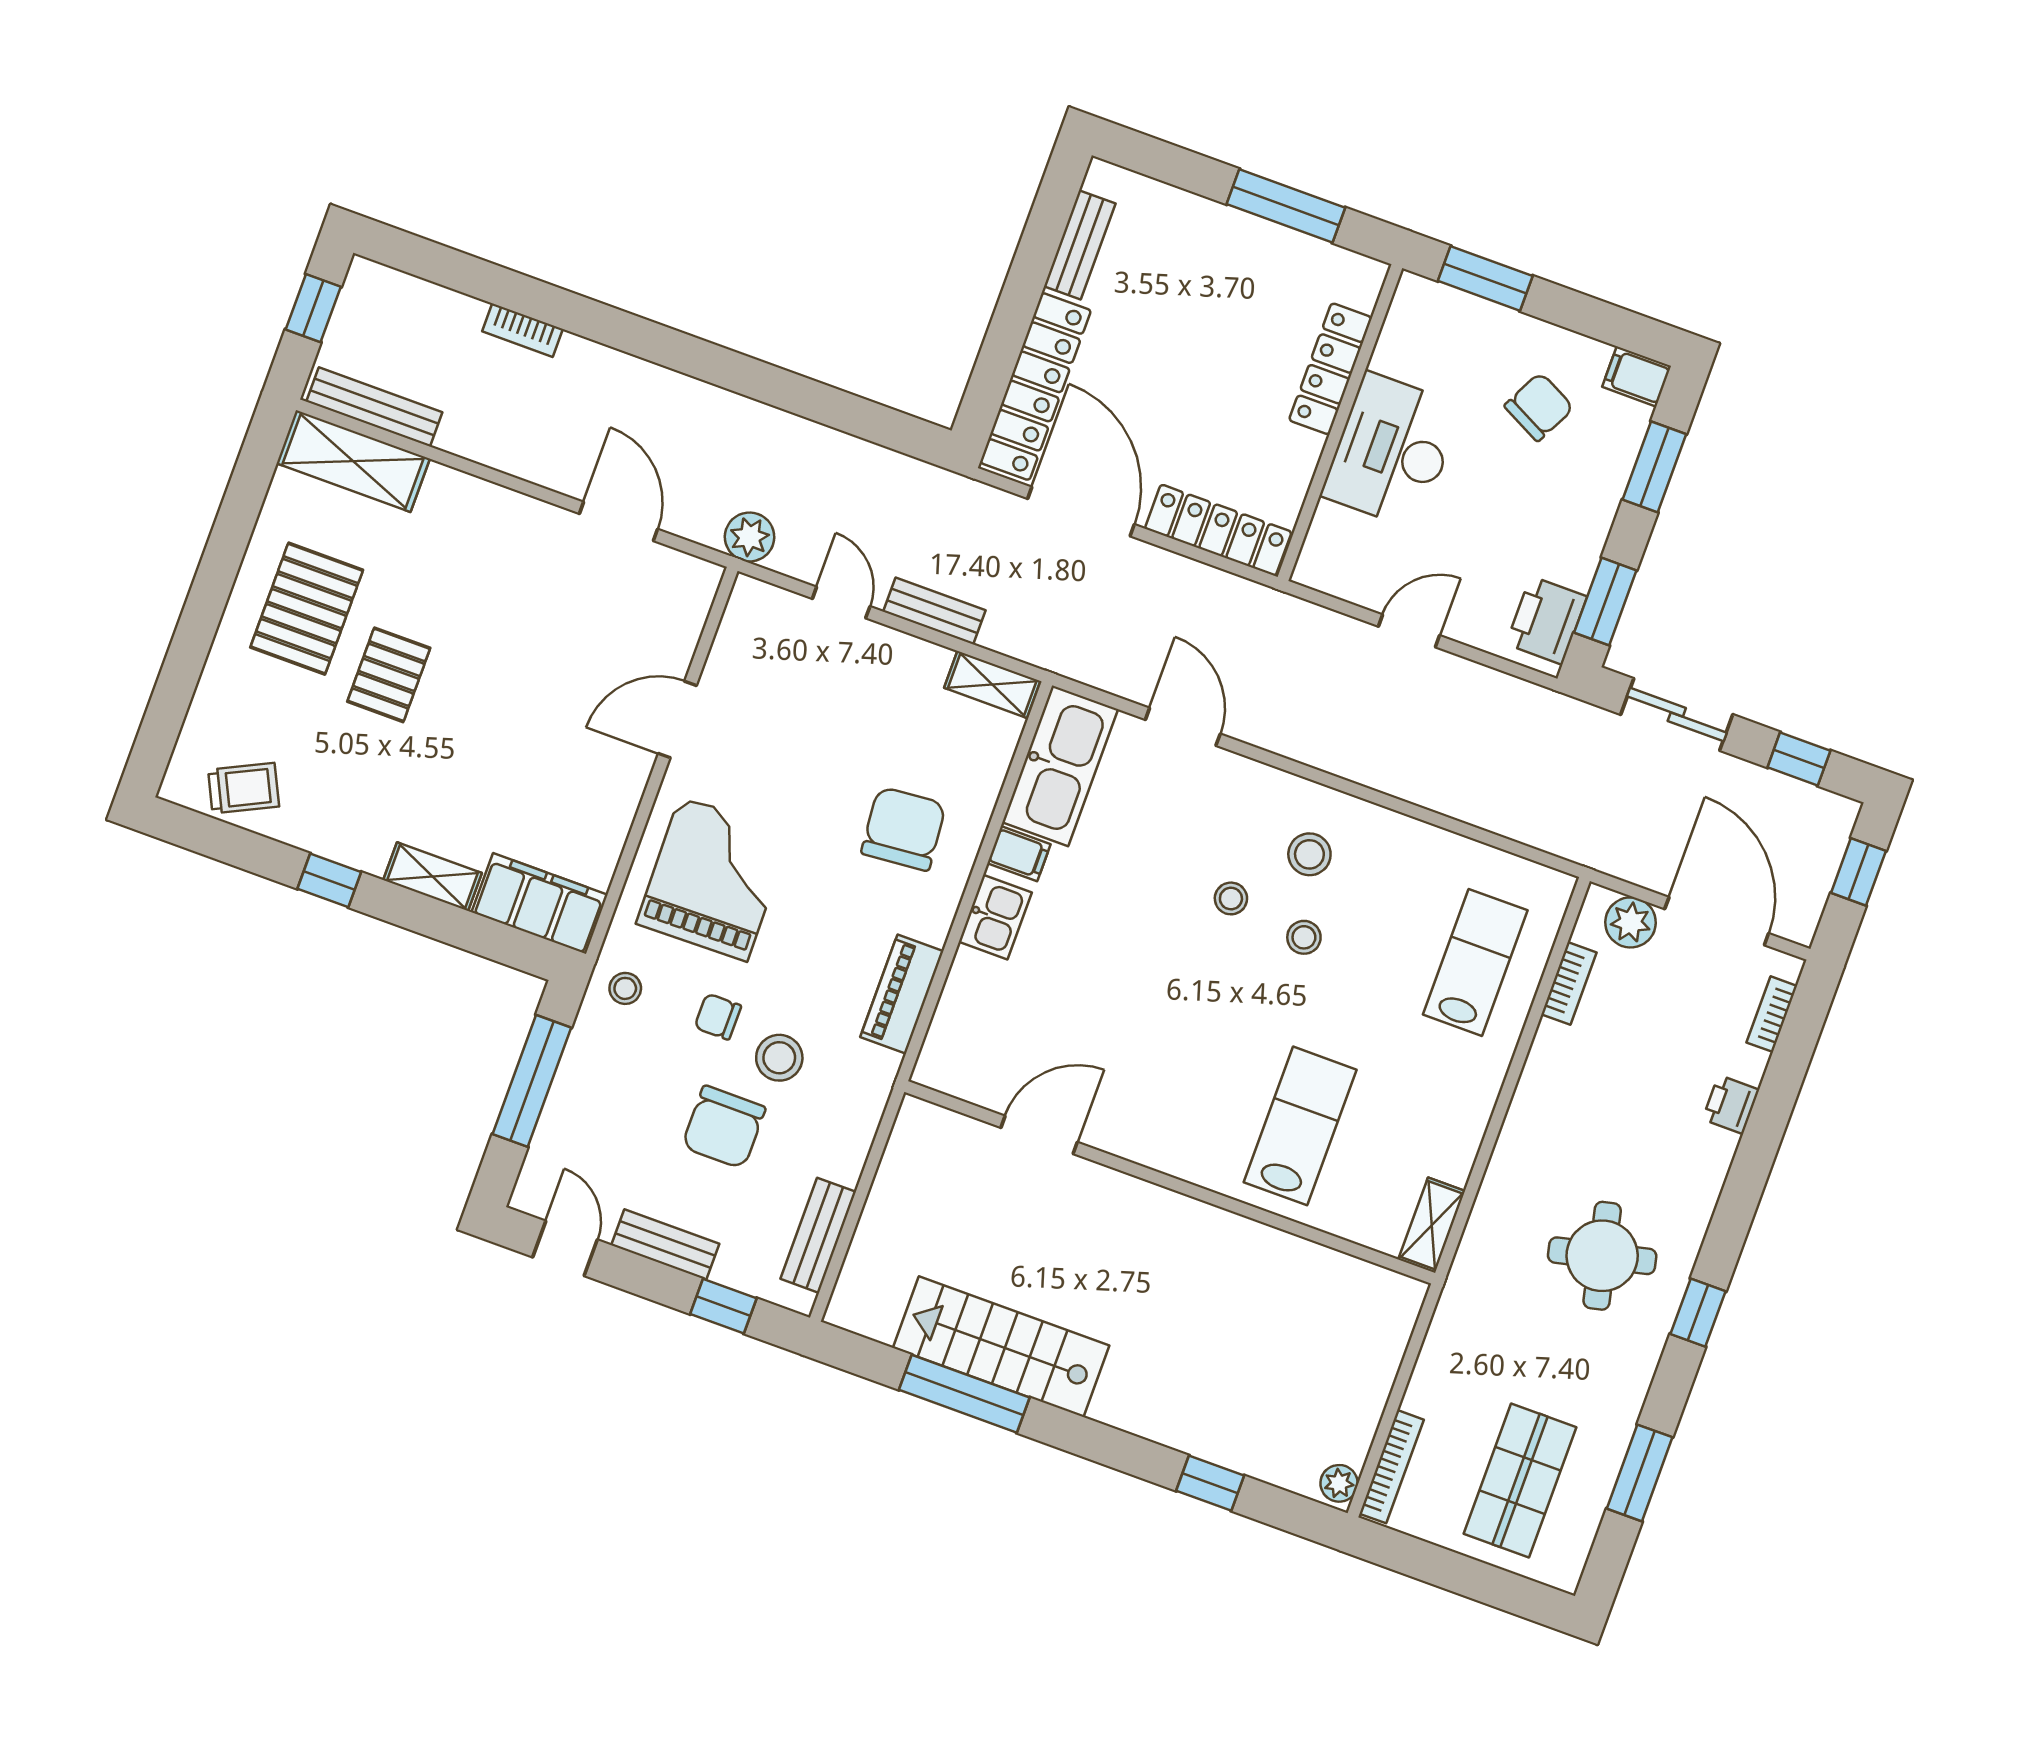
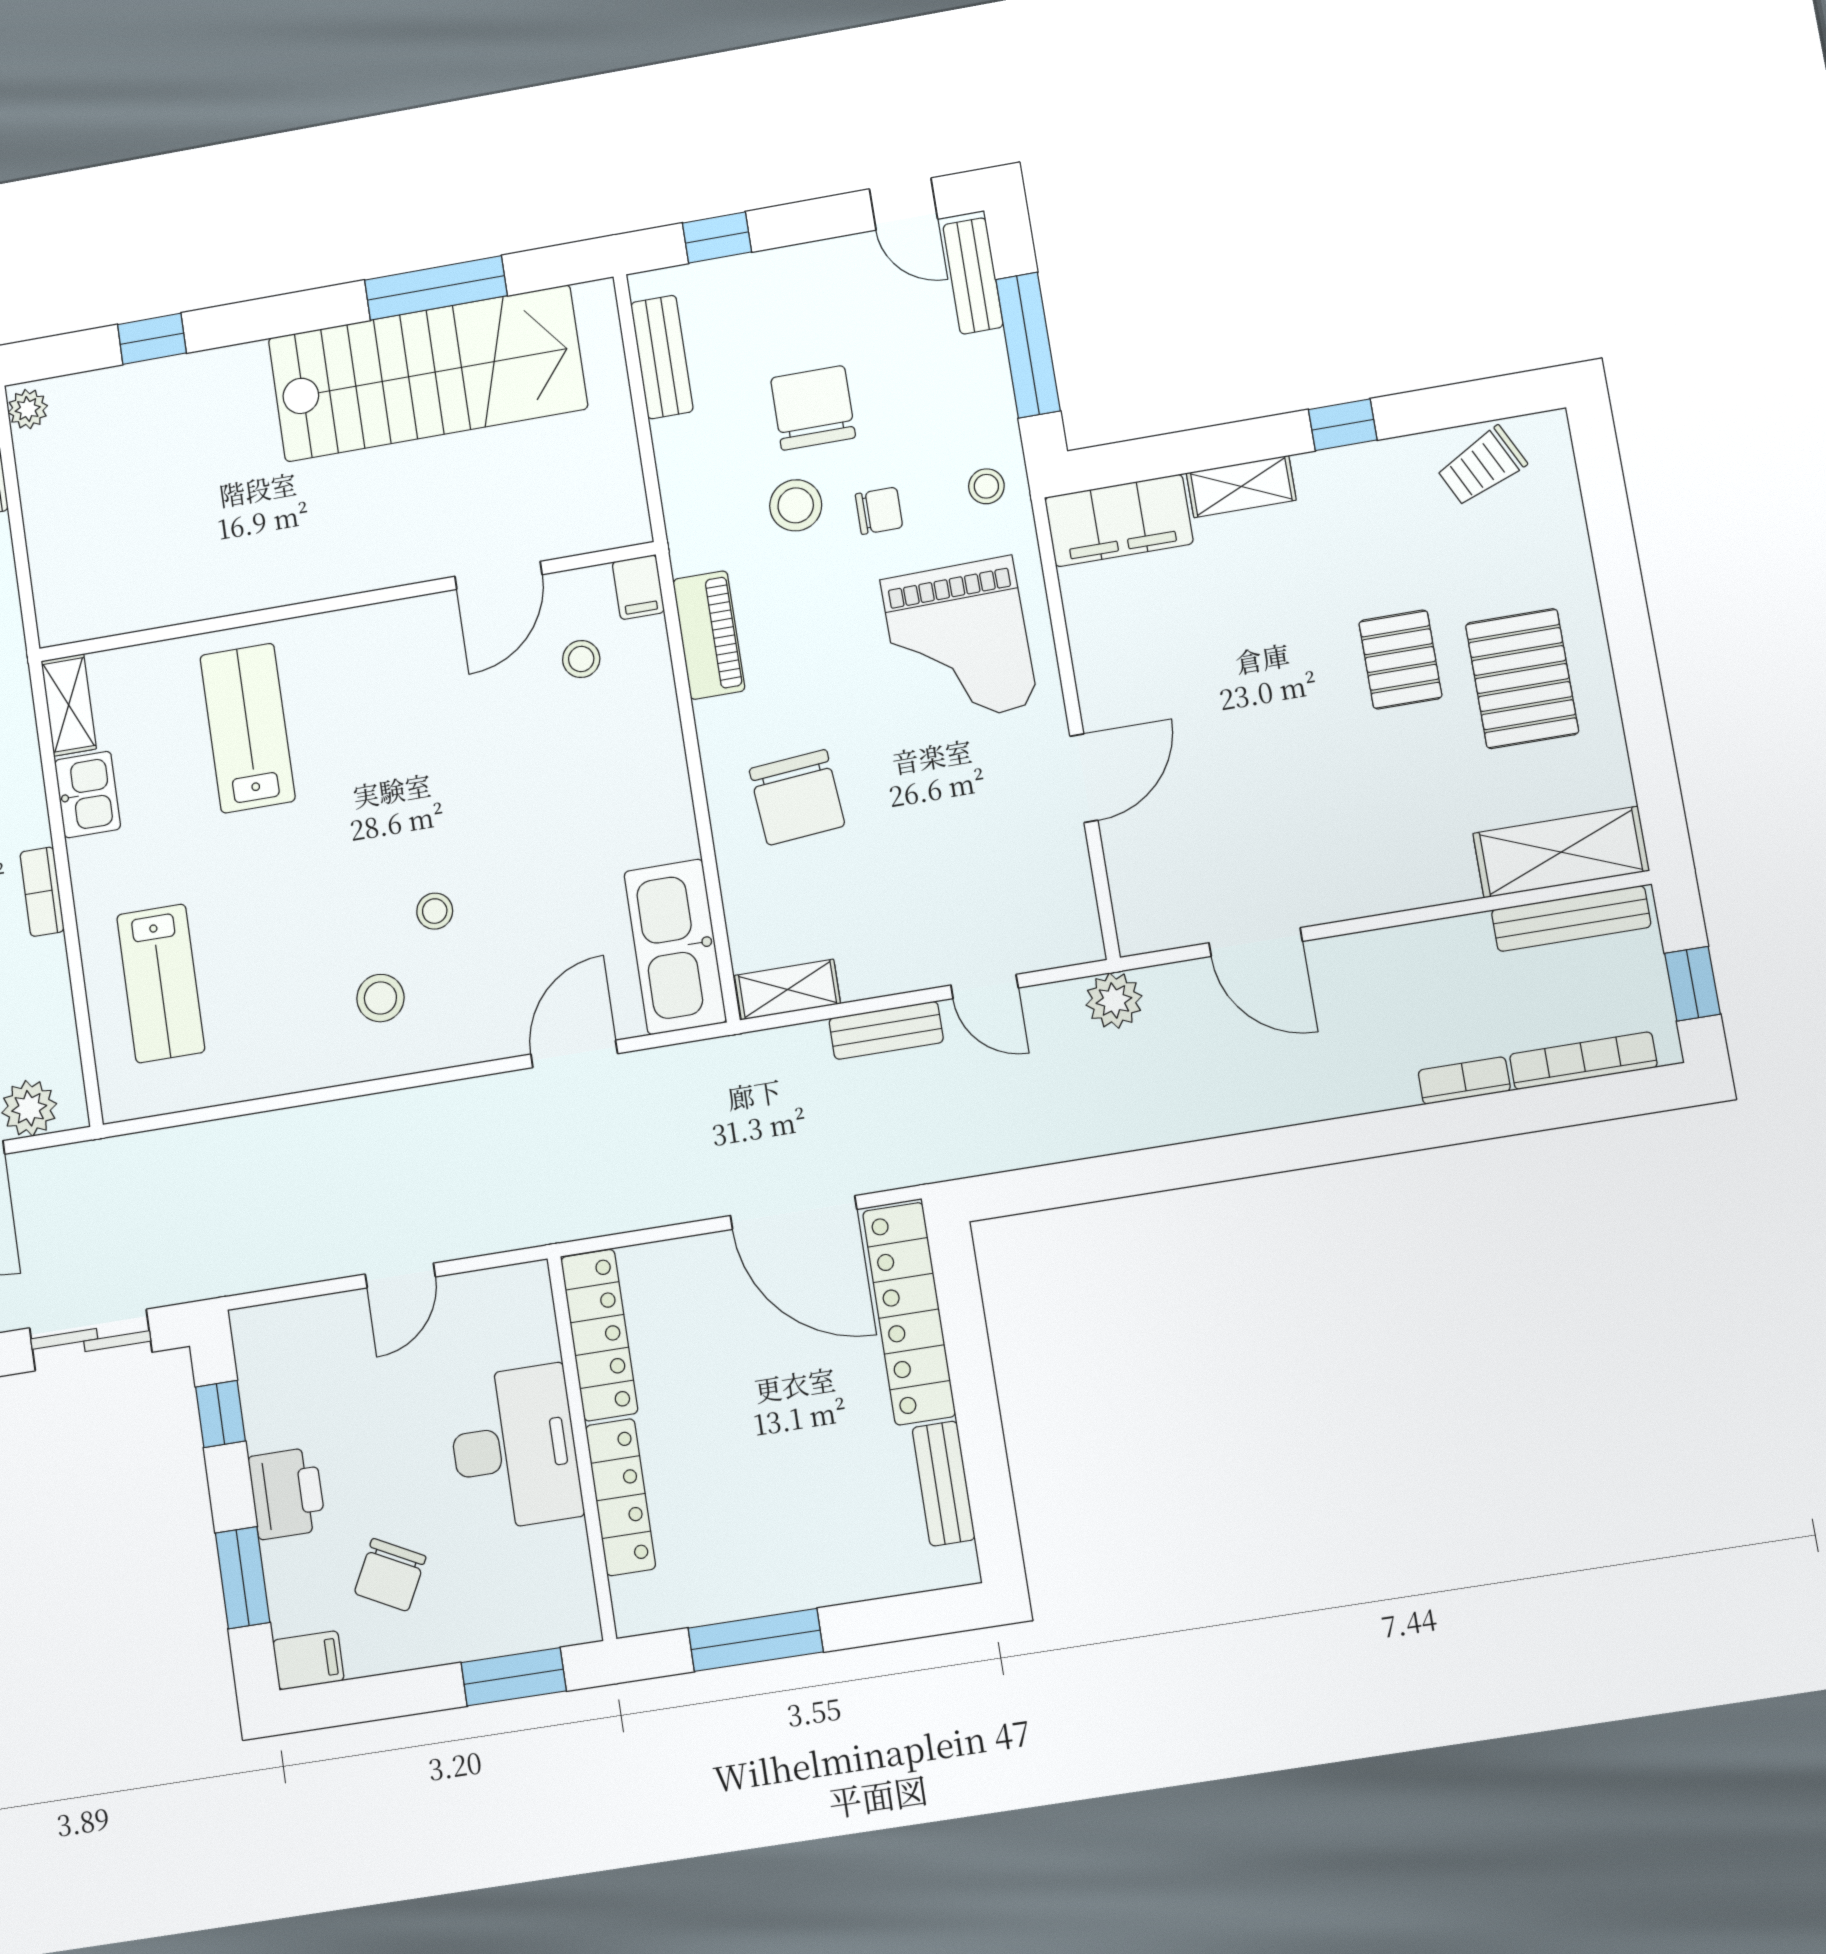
bookcase: (426, 296) -> (1583, 1061), added
locker: (1218, 530) -> (599, 1335), moved, turned -90
window: (1605, 602) -> (220, 1414), width x0.67
printer: (1547, 620) -> (287, 1493), moved
door: (1183, 727) -> (574, 1054), swing flipped
filing cabinet: (1019, 854) -> (638, 587), moved, turned -90
kitchen sink: (995, 917) -> (88, 795), moved, turned 180
stool: (1304, 937) -> (581, 659), moved
bookcase: (1569, 983) -> (42, 892), moved
lab bench: (1300, 1126) -> (248, 728), turned 180
bench: (665, 1245) -> (973, 276), moved, turned 90
stairs: (1001, 1347) -> (428, 373), width x1.36, depth x1.51

